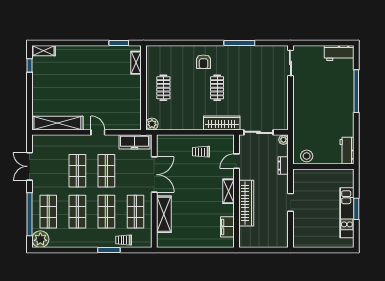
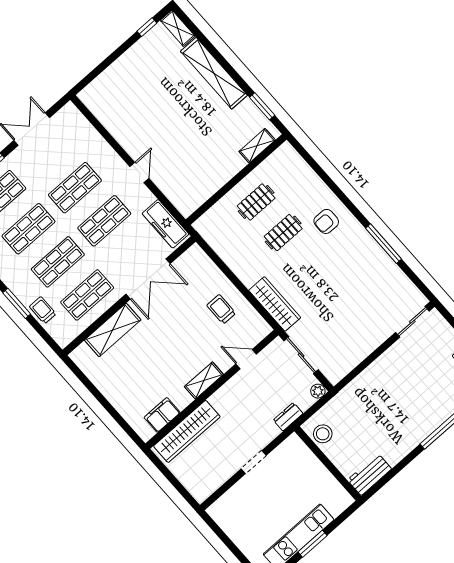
clothes rail: (217, 88) -> (283, 233), moved
shelving: (57, 123) -> (214, 73), moved
plant: (152, 124) -> (203, 226), removed
wardrobe: (246, 203) -> (187, 431), moved

